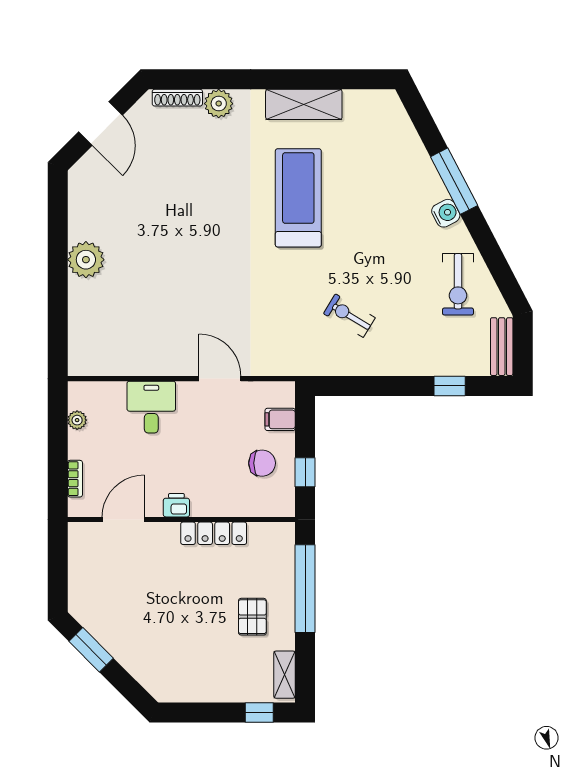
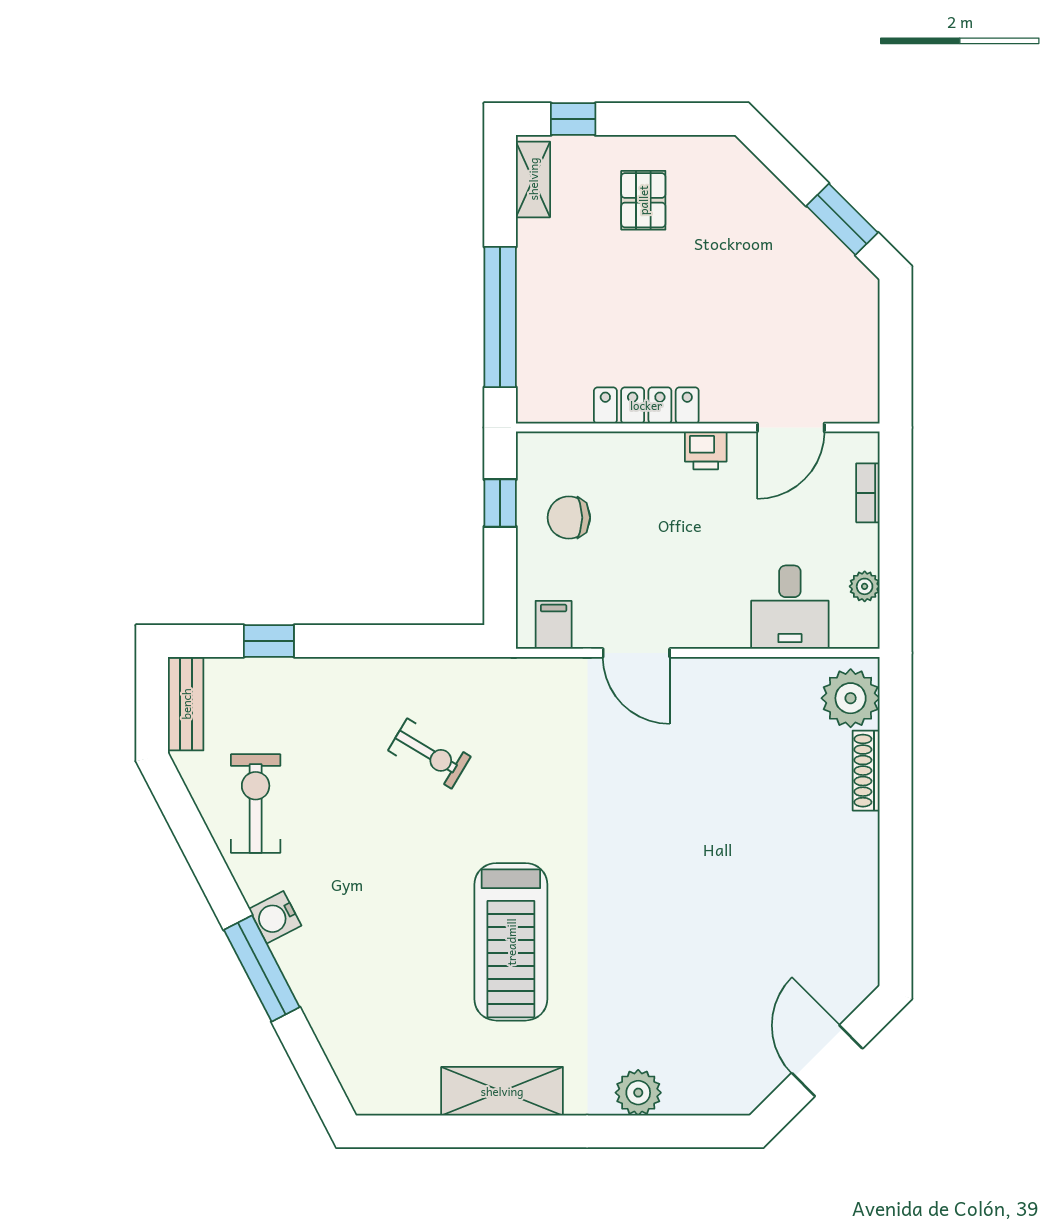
shoe rack: (177, 98) -> (866, 771), moved, turned -90
plant: (86, 260) -> (851, 698), moved
desk: (151, 407) -> (790, 607), moved
filing cabinet: (280, 419) -> (554, 625), moved, turned -90
pallet: (252, 617) -> (643, 200), moved

